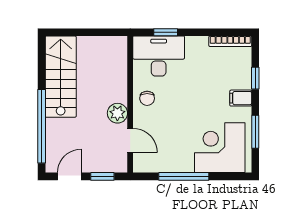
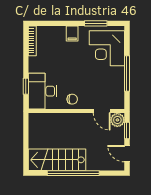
window: (255, 78) -> (58, 23), removed
plant: (117, 113) -> (117, 120), moved
window: (42, 126) -> (73, 173), moved
door: (130, 140) -> (102, 111), swing flipped

